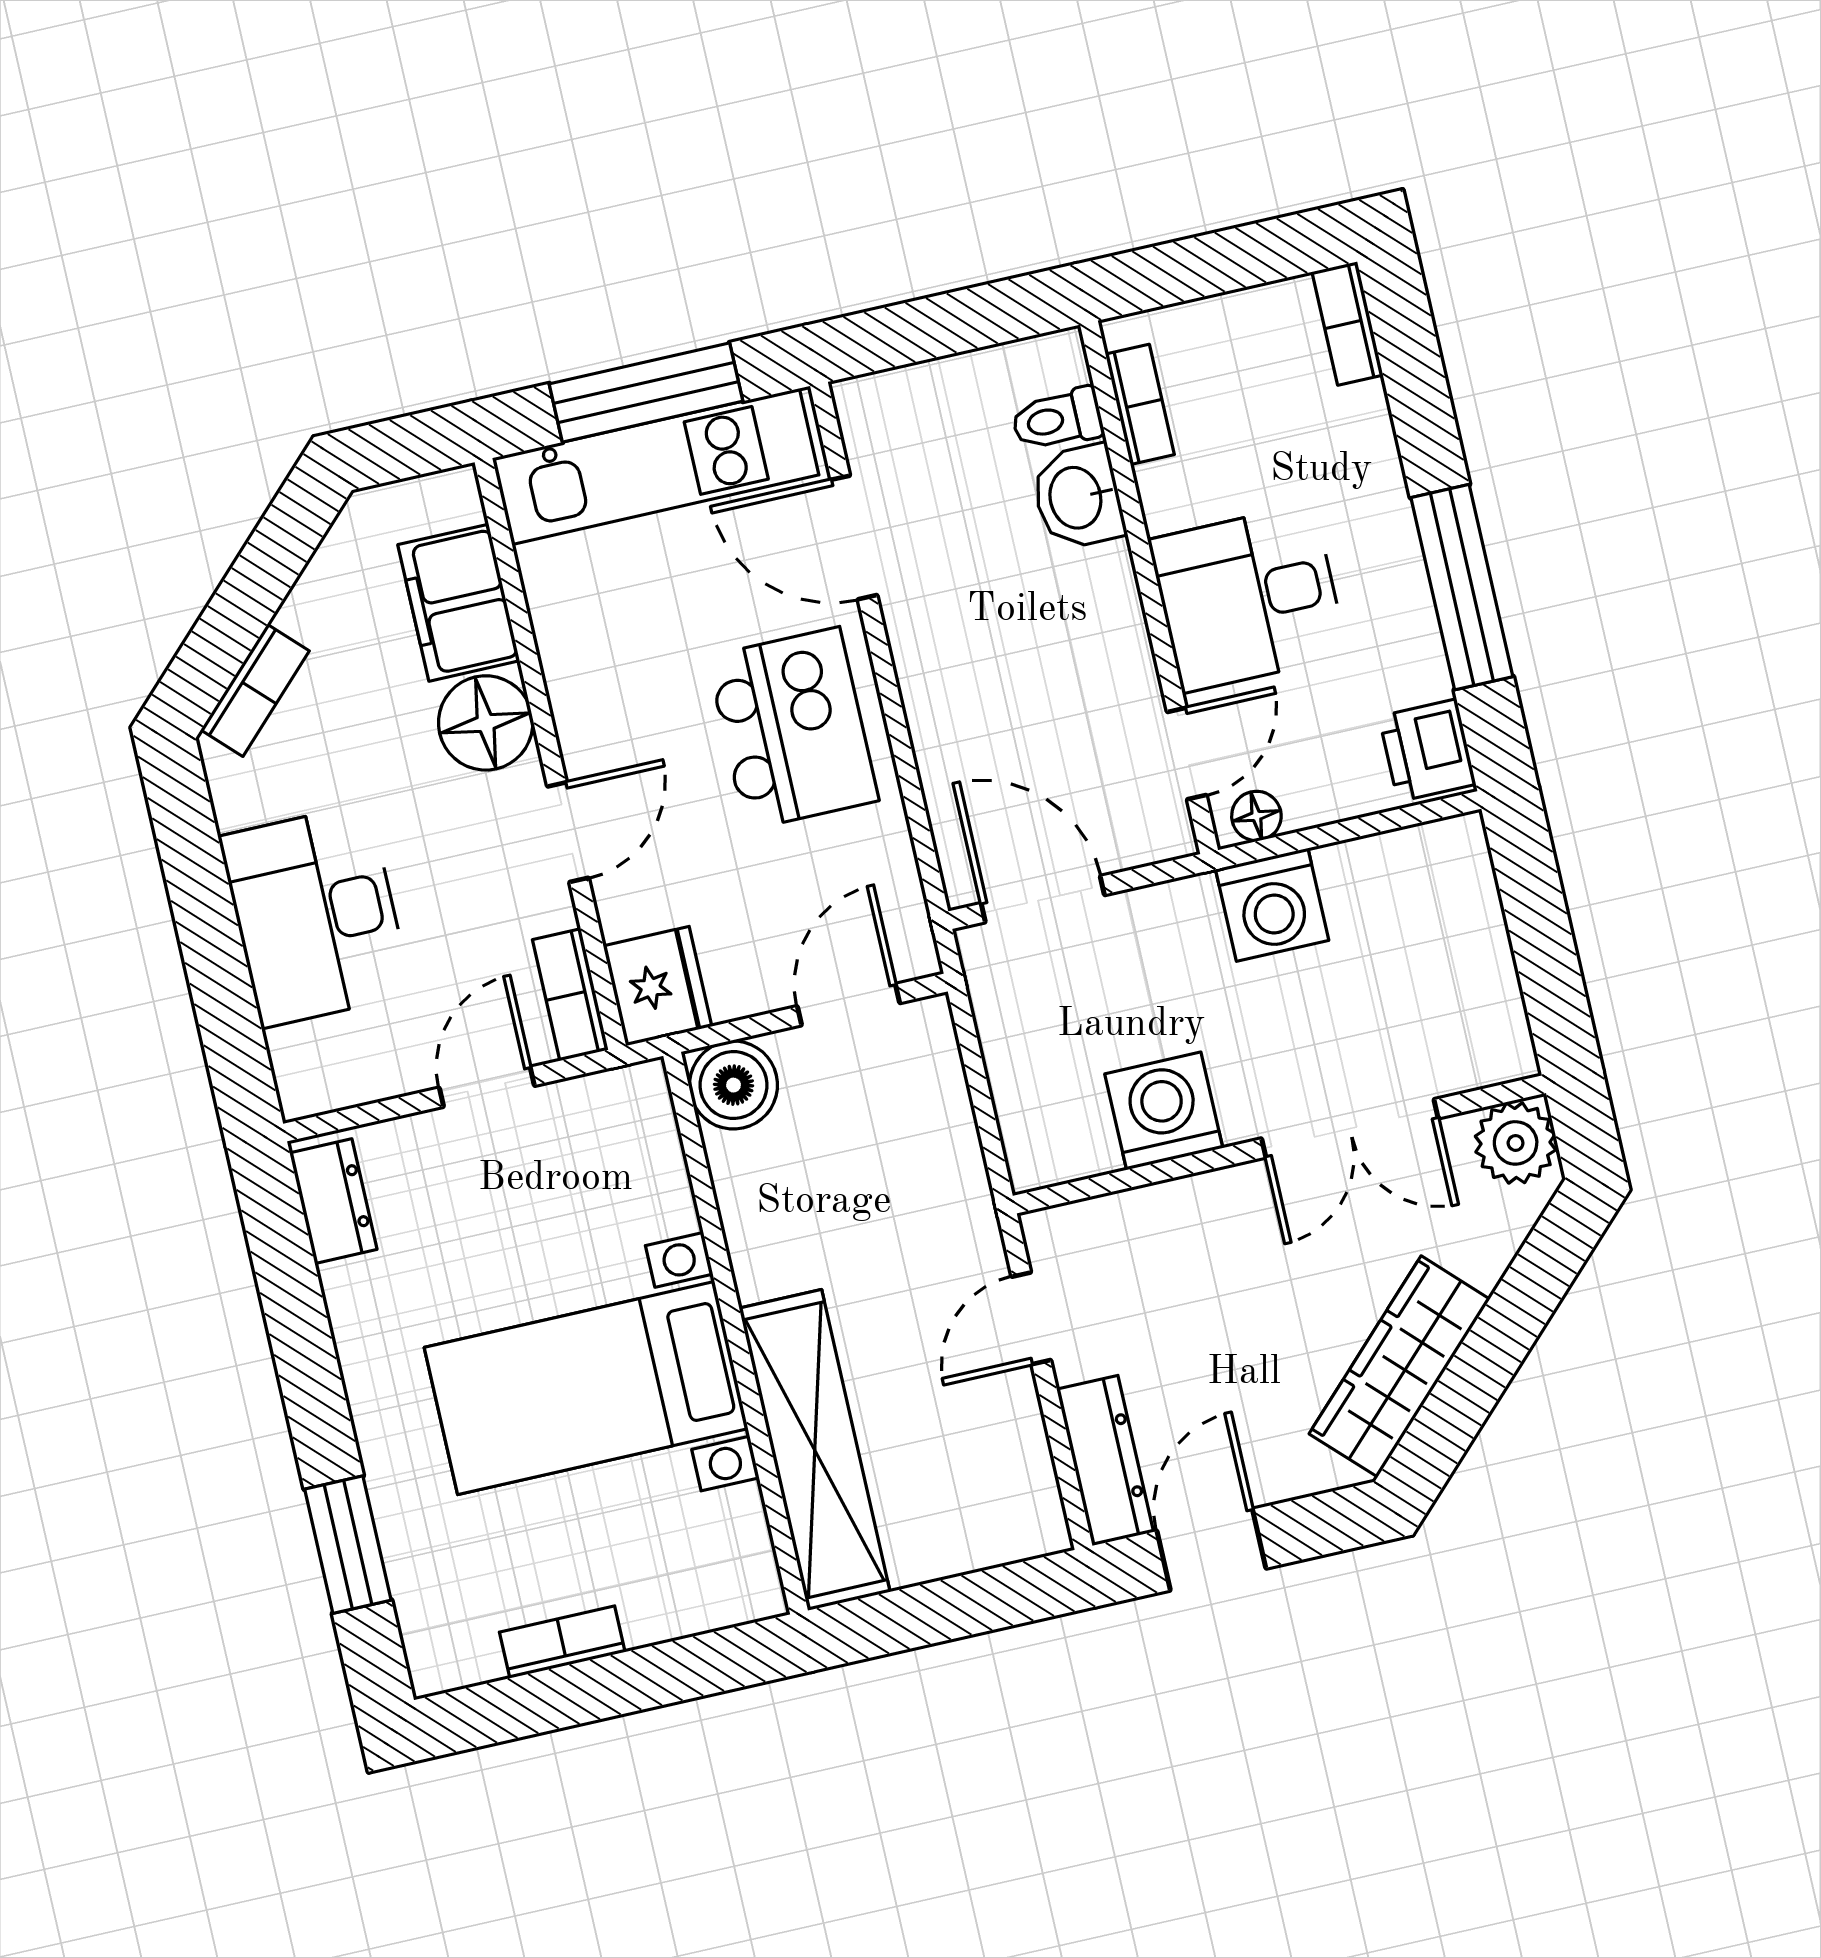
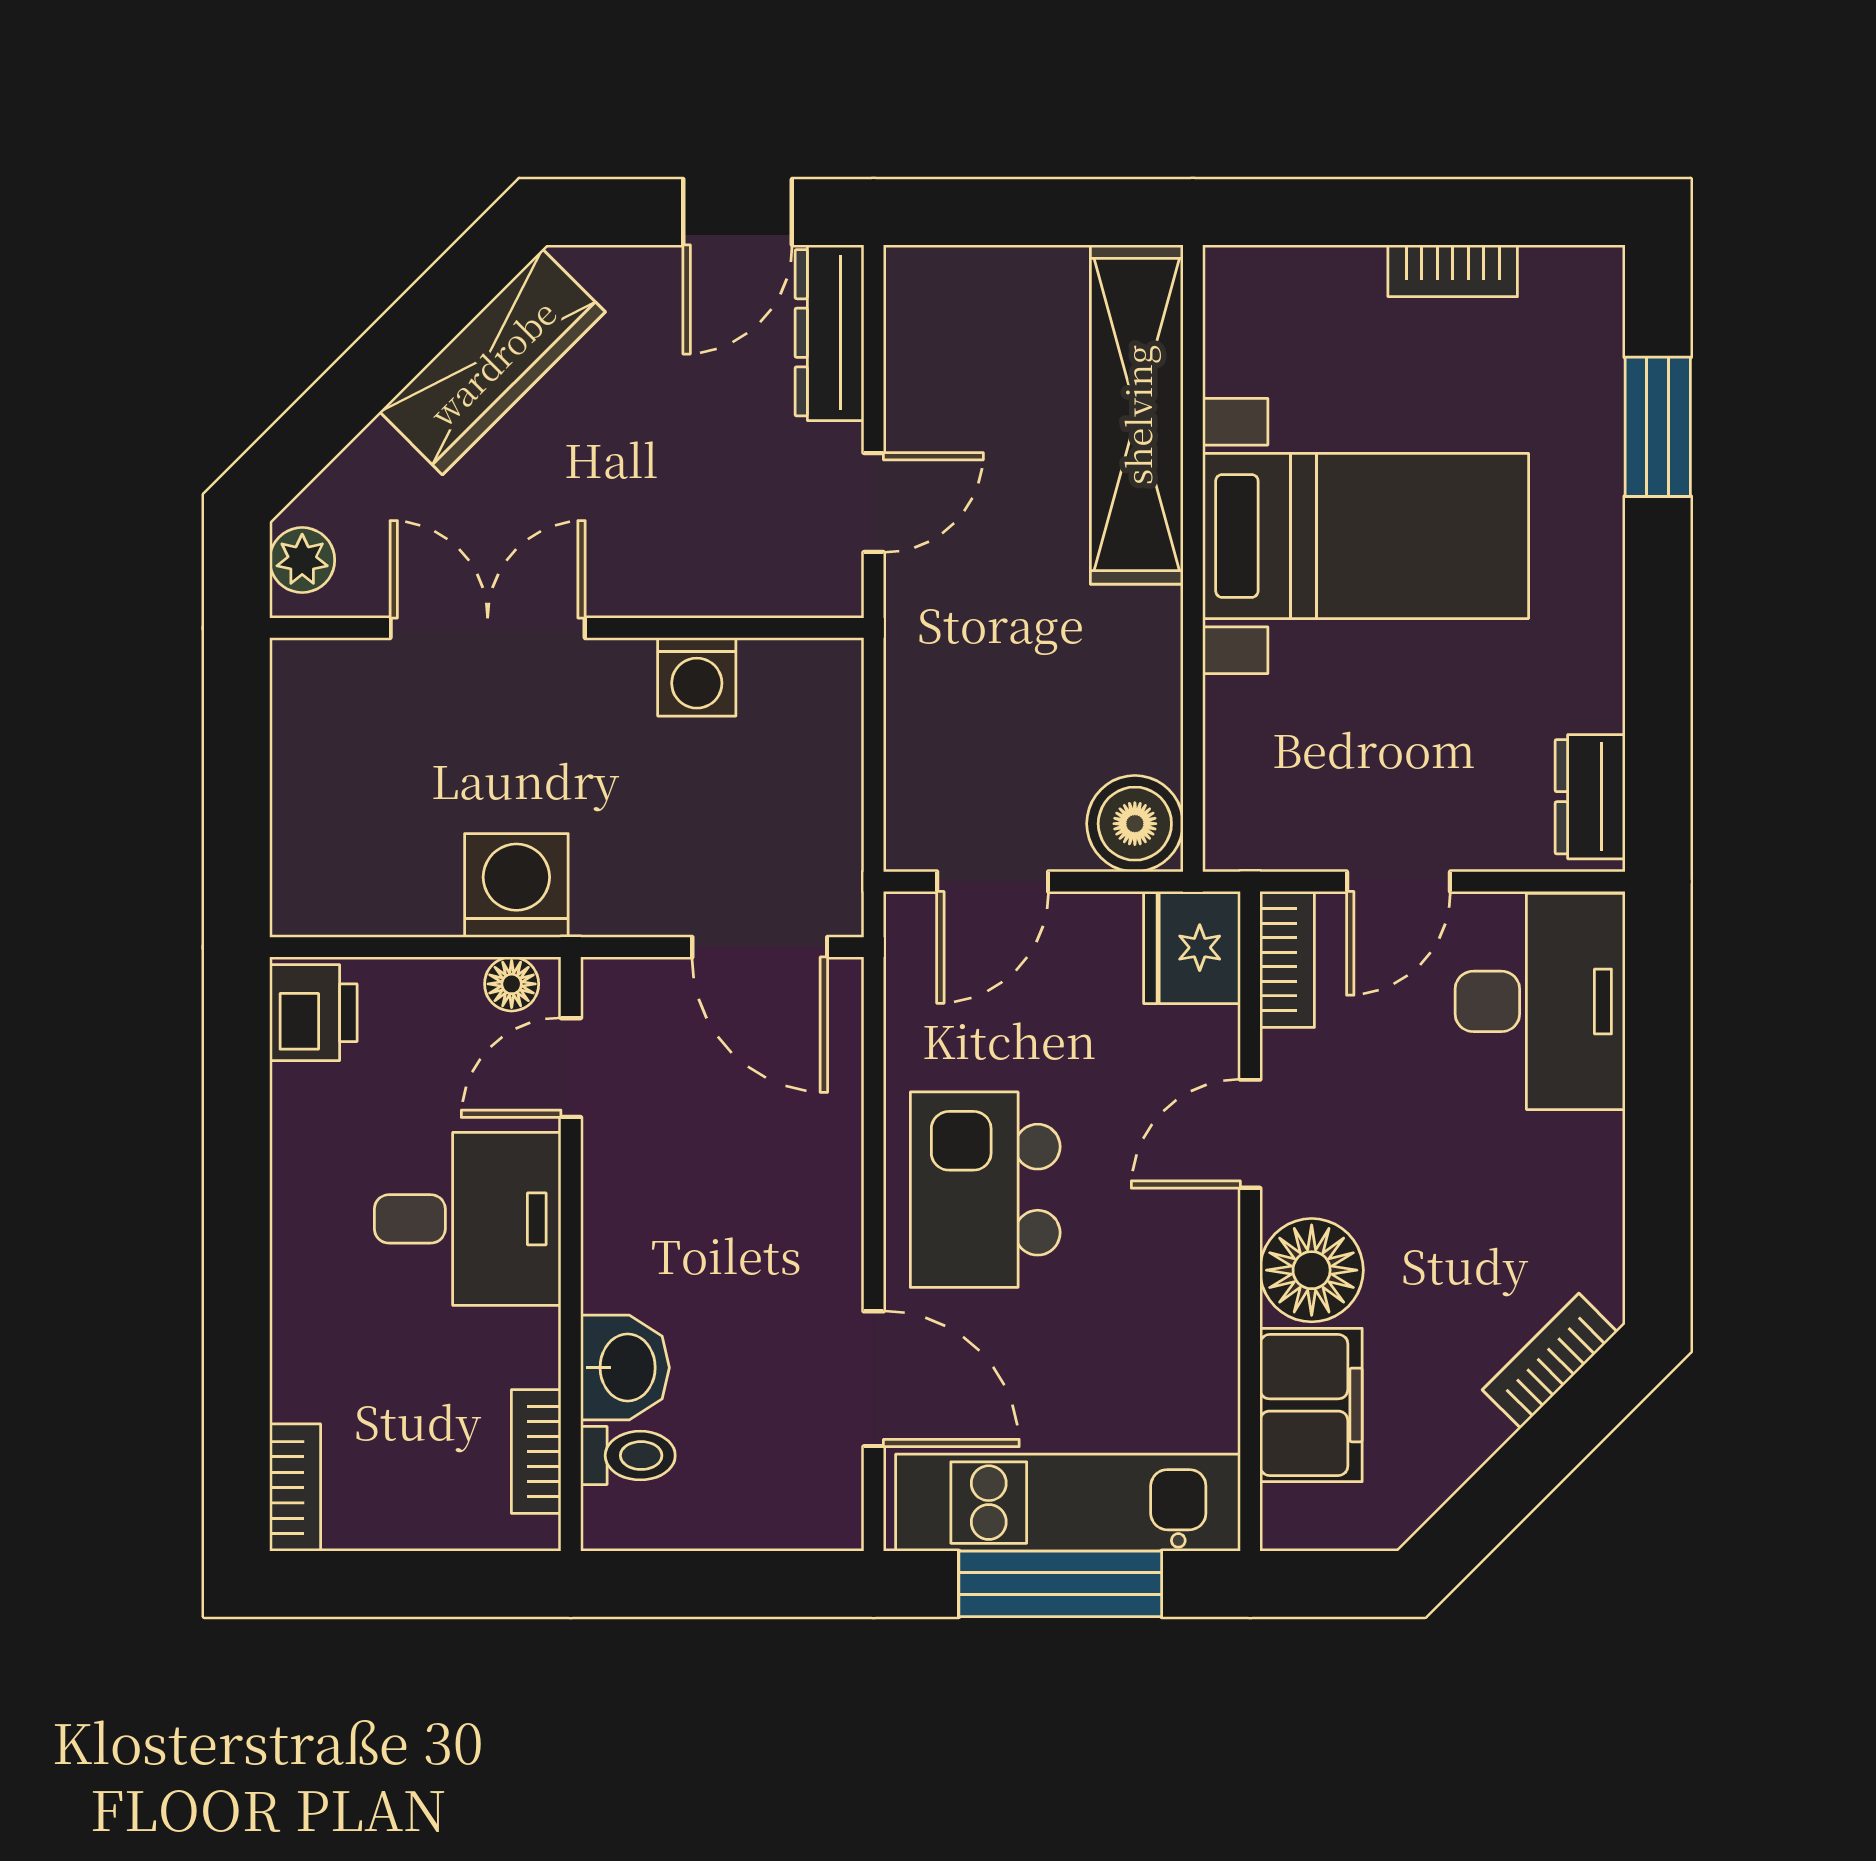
window: (1462, 587) -> (237, 1178), removed
desk: (315, 916) -> (1540, 1001), moved
washing machine: (1164, 1111) -> (697, 677), width x0.73, depth x0.73
plant: (1516, 1143) -> (302, 560), width x0.73, depth x0.73

